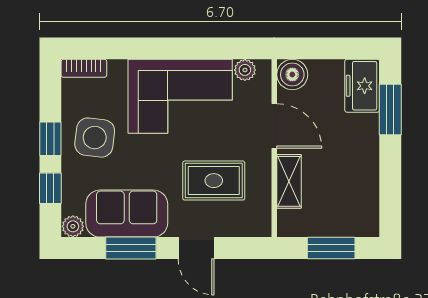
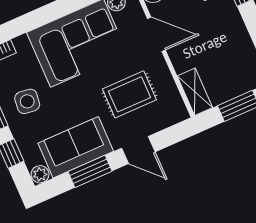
side table: (95, 138) -> (27, 101), width x0.73, depth x0.73
shelving: (289, 181) -> (195, 92), moved

